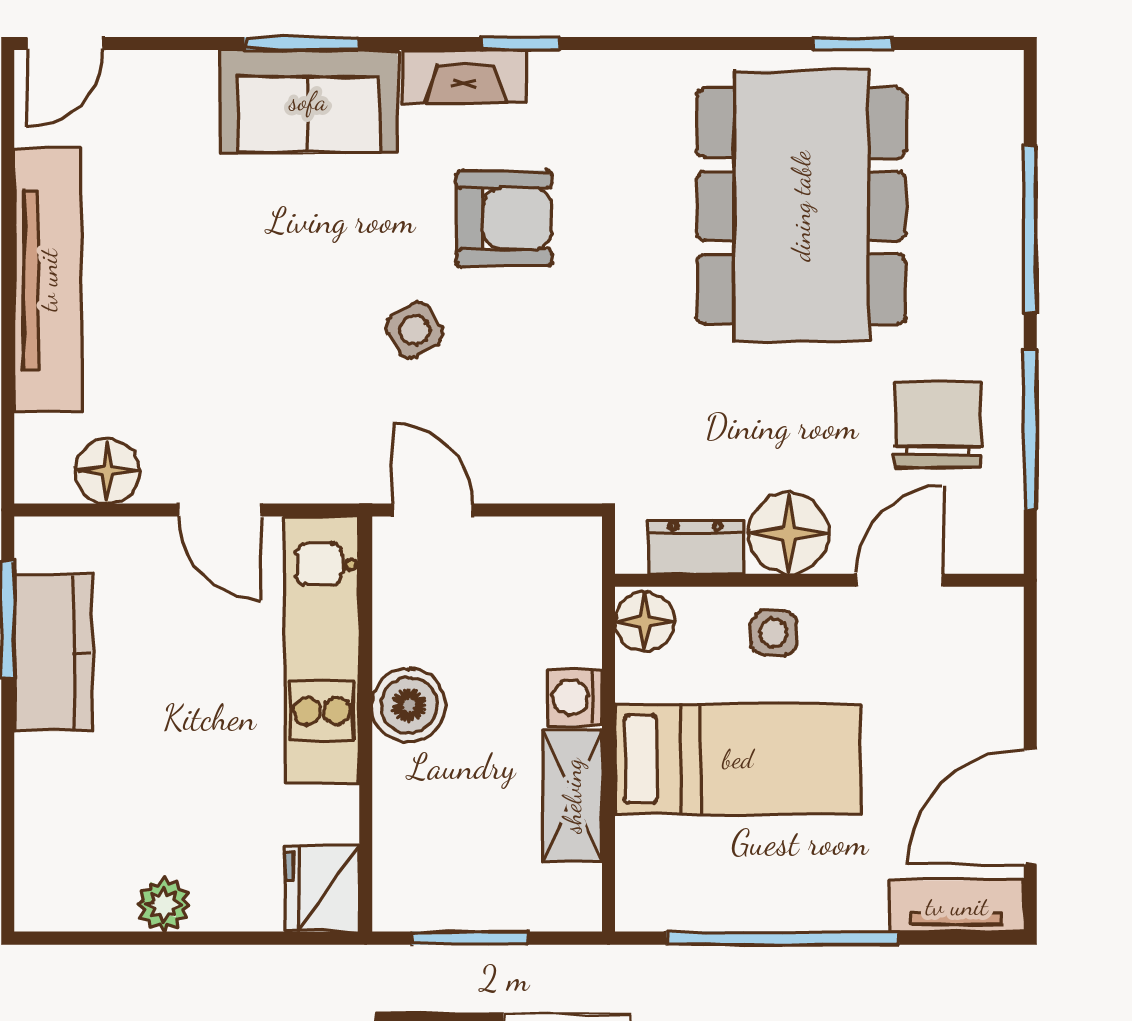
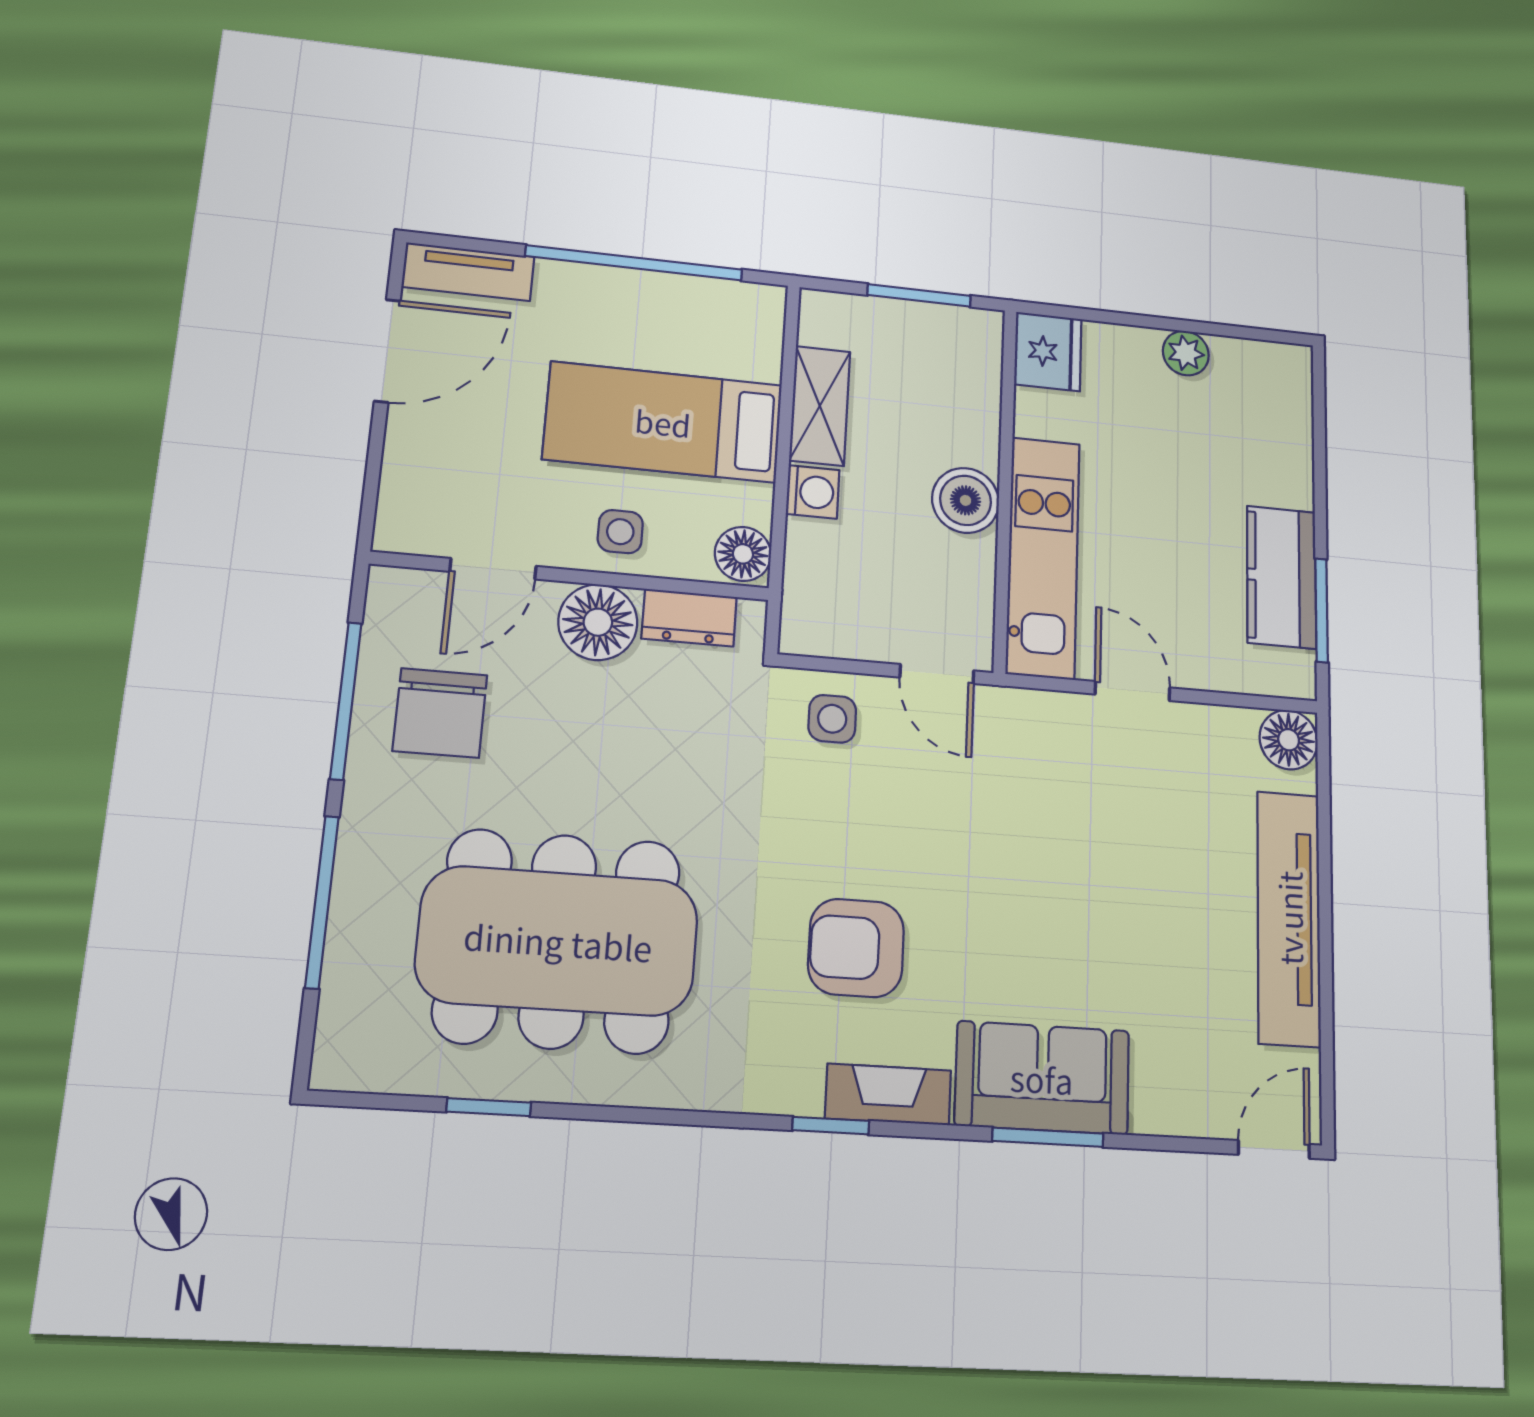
dining table: (801, 206) -> (558, 941), turned 90
side table: (414, 330) -> (832, 719), moved, turned 31
floor lamp: (107, 471) -> (1289, 740), moved

